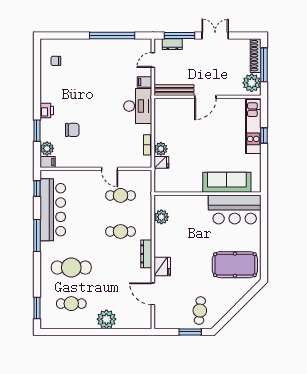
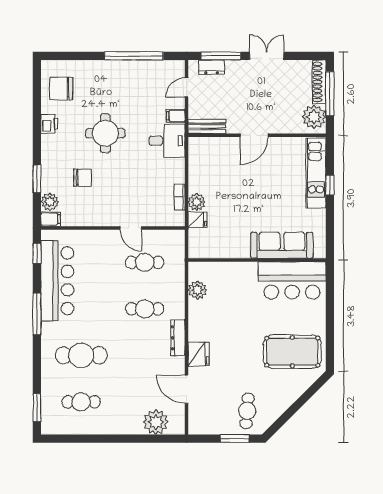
chair: (56, 61) -> (61, 89), width x1.87, depth x1.87
bench: (174, 90) -> (207, 126), width x0.73
round table: (90, 95) -> (105, 133), added
desk: (138, 106) -> (167, 141), width x0.73
printer: (47, 111) -> (49, 124), moved
plant: (106, 319) -> (156, 422), moved

